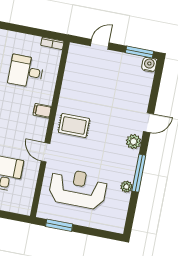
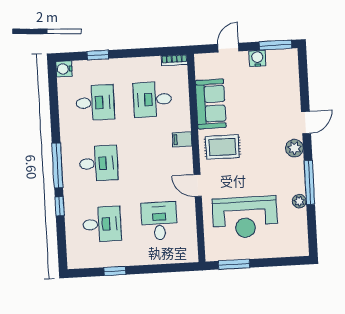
water cooler: (149, 65) -> (257, 58), moved
sofa: (73, 87) -> (211, 104), added
reception desk: (78, 189) -> (245, 217), turned 180

